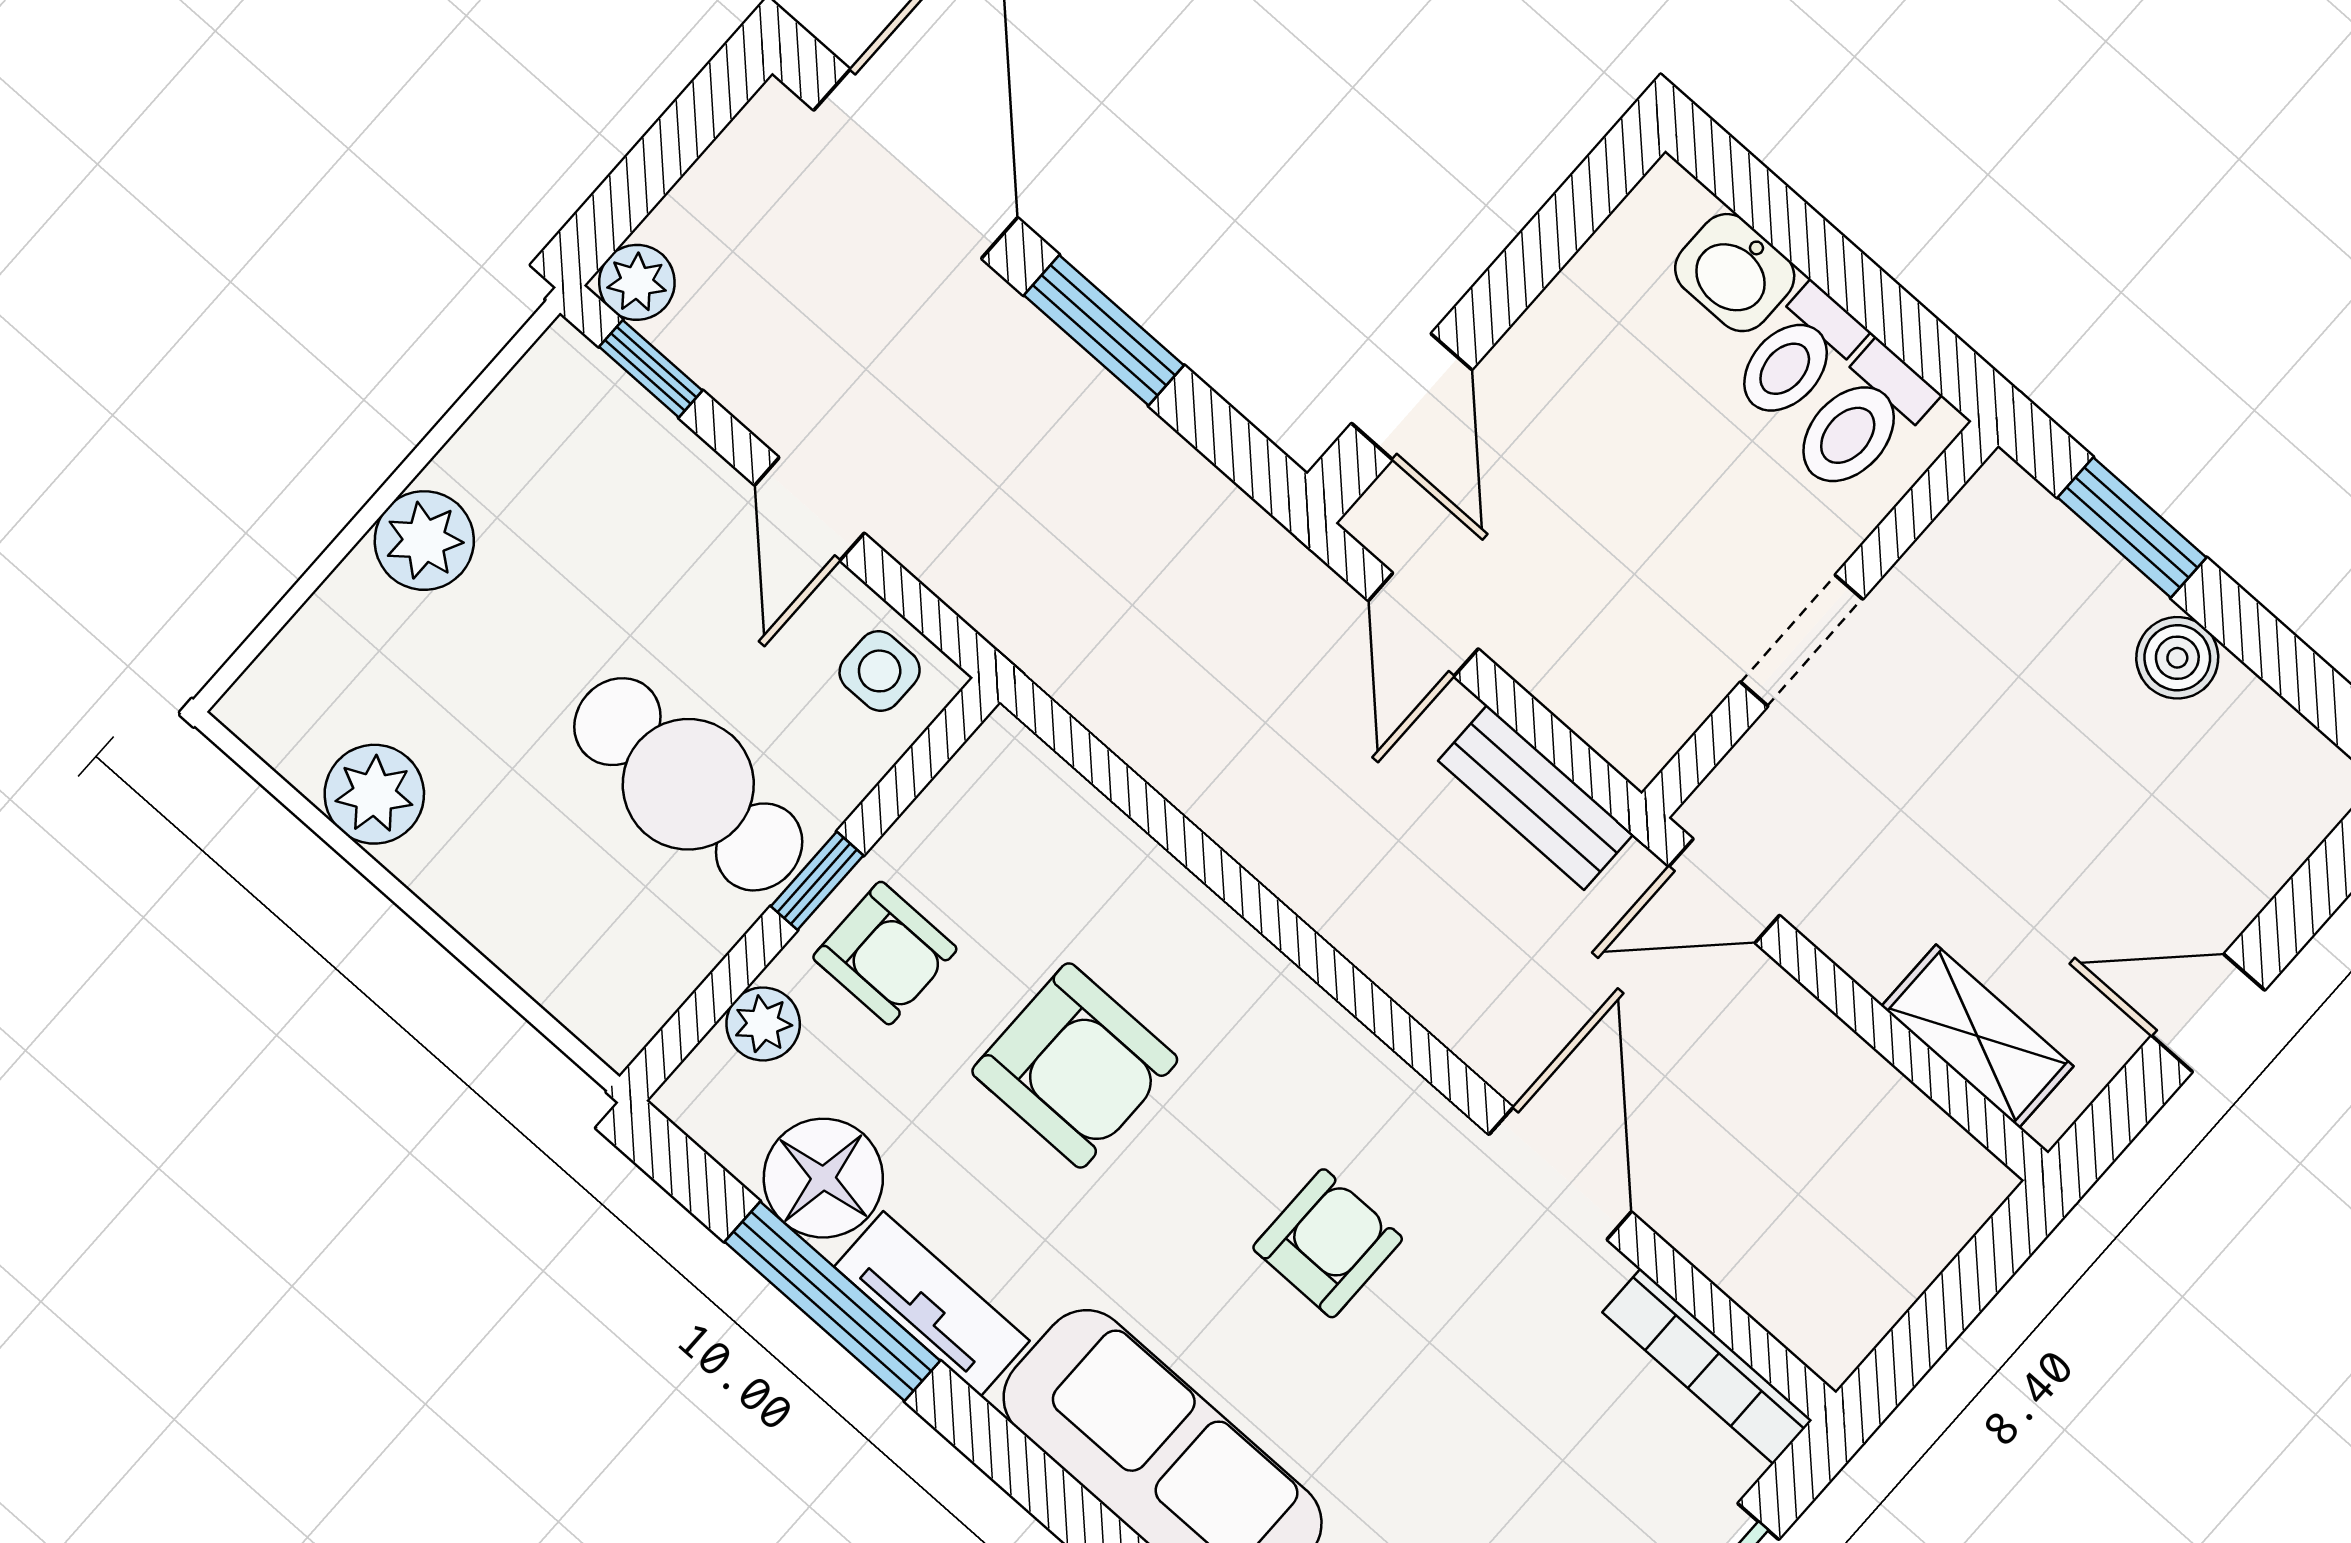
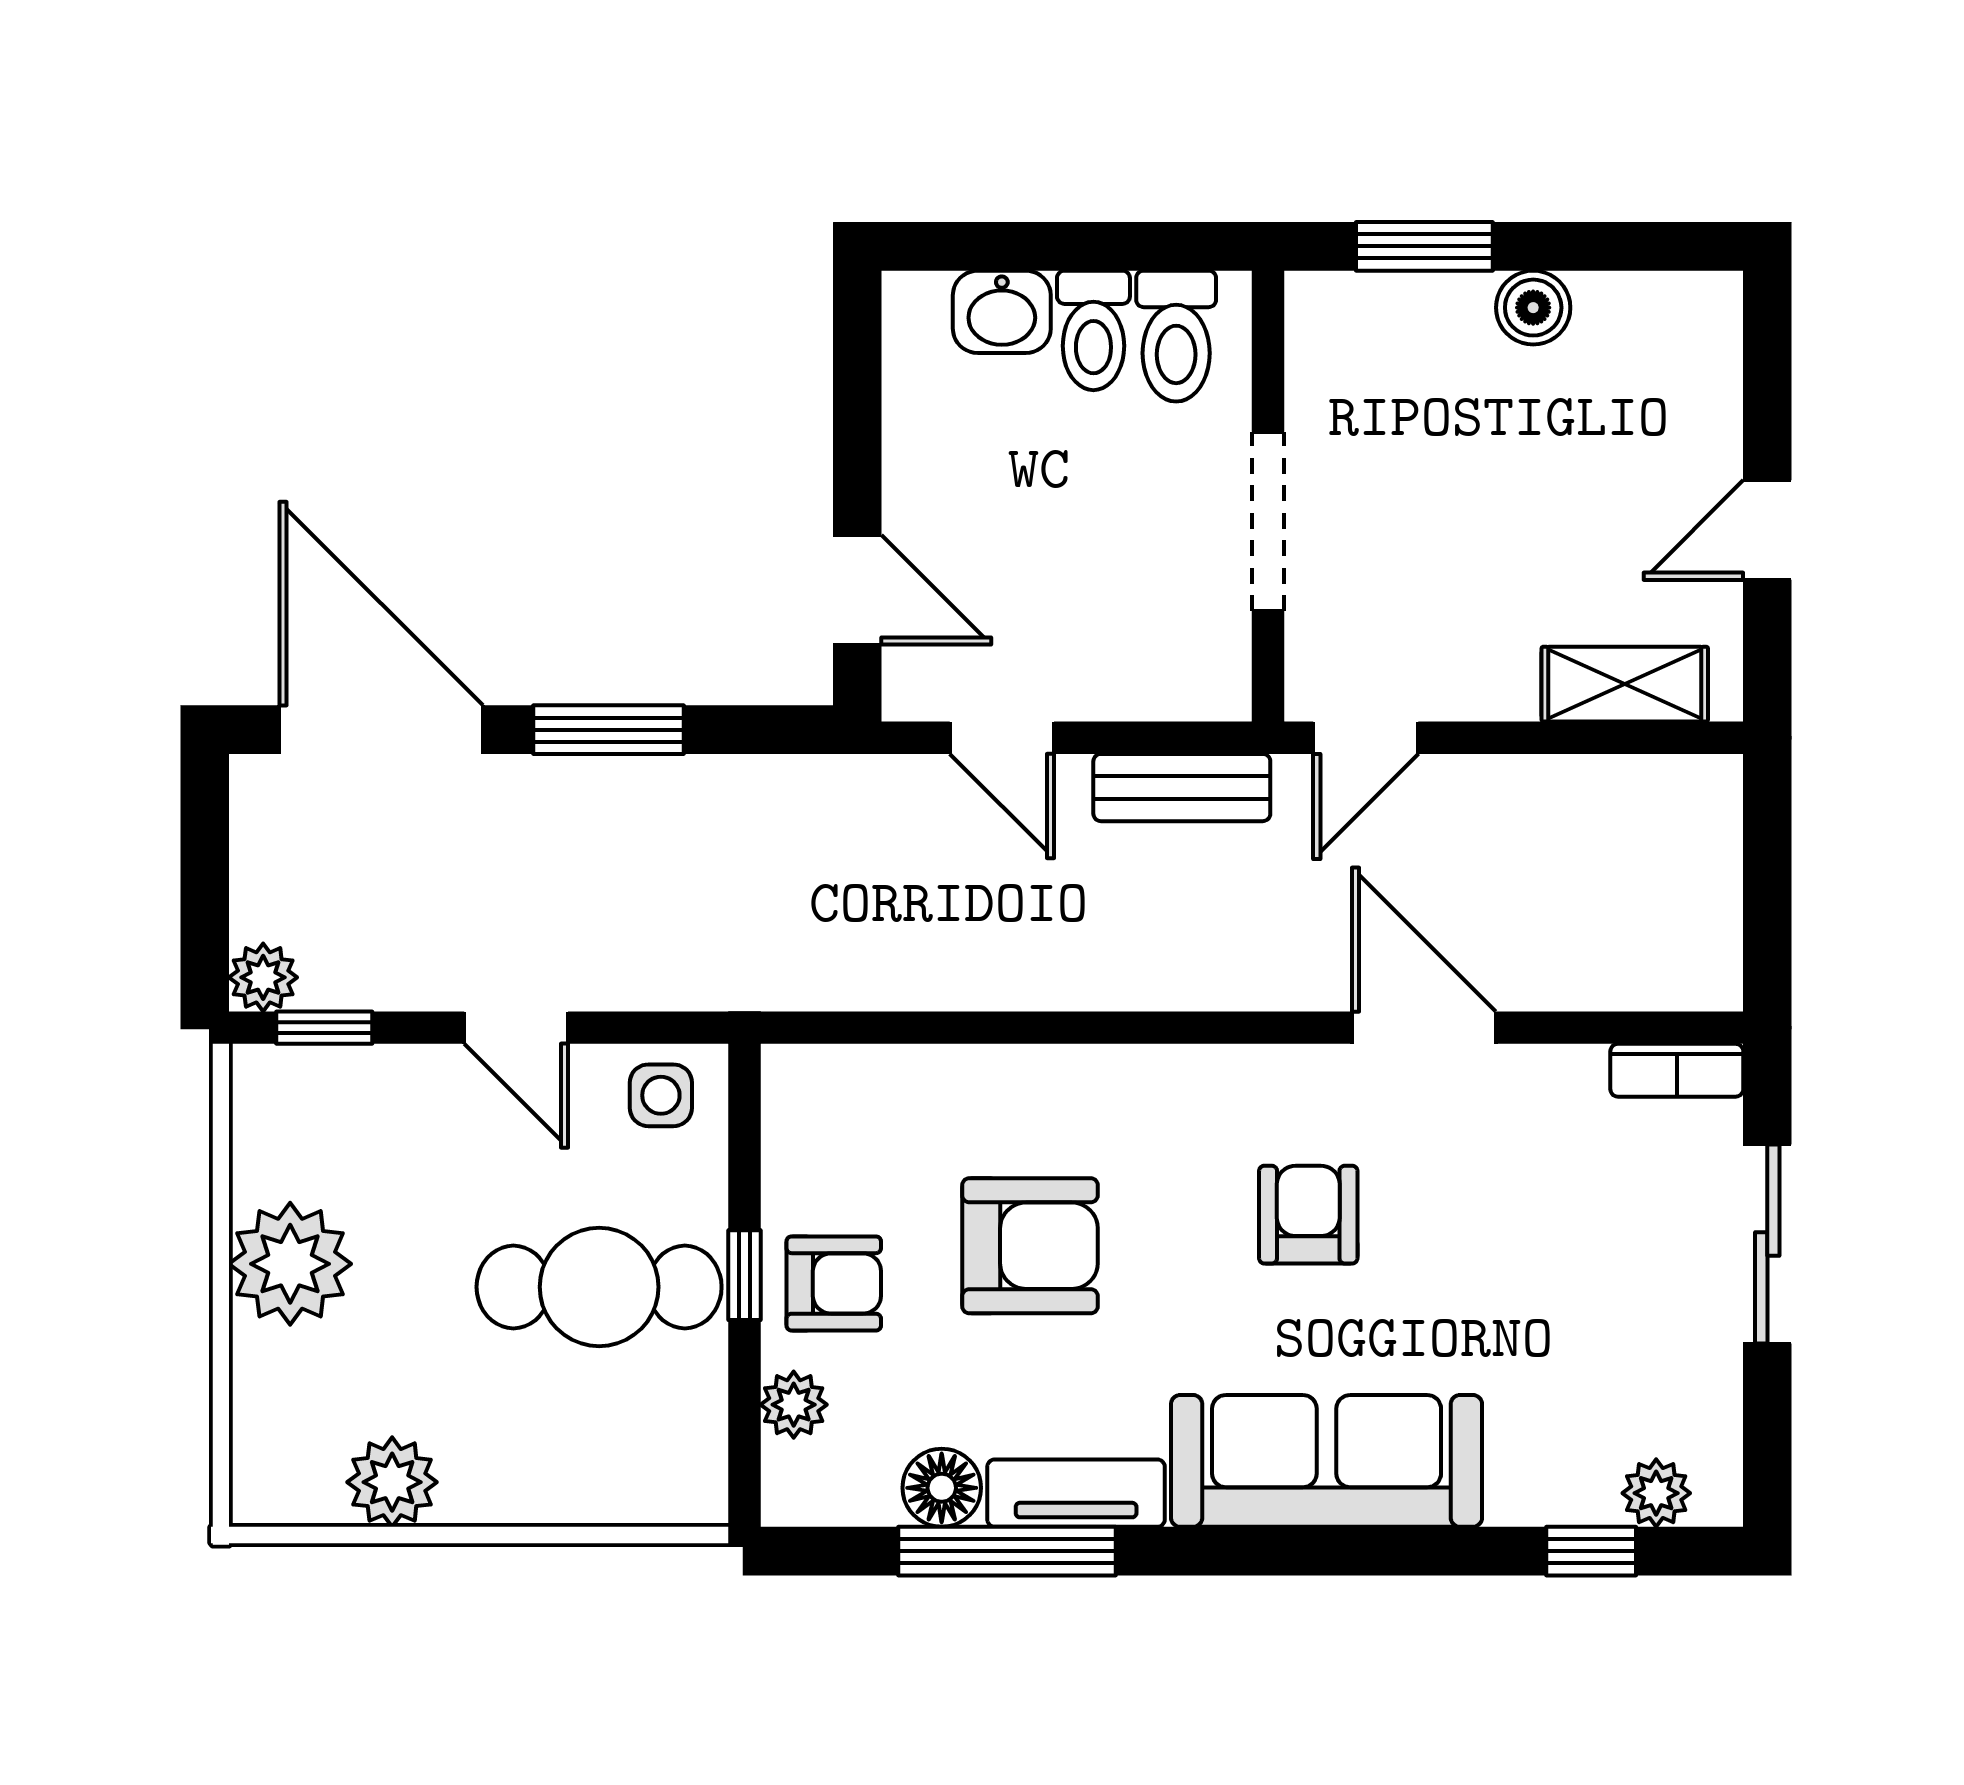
plant: (424, 541) -> (290, 1264), width x1.36, depth x1.36
doorway: (1802, 640) -> (1268, 521), width x1.38
floor lamp: (823, 1178) -> (942, 1488), width x0.73, depth x0.73
bookcase: (1707, 1366) -> (1677, 1070), width x0.64

